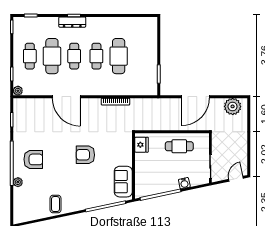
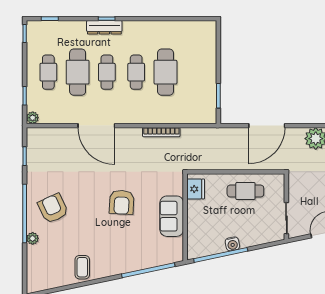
armchair: (85, 155) -> (122, 202), turned -87
armchair: (33, 159) -> (53, 208), turned -115
sofa: (123, 182) -> (172, 216), moved
water cooler: (184, 183) -> (232, 244), moved

